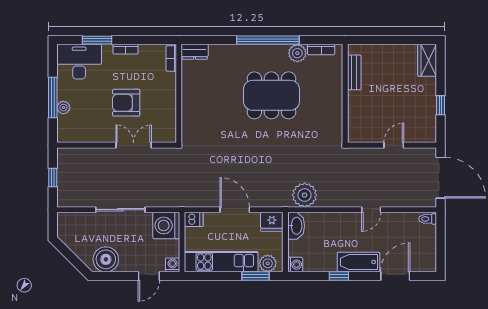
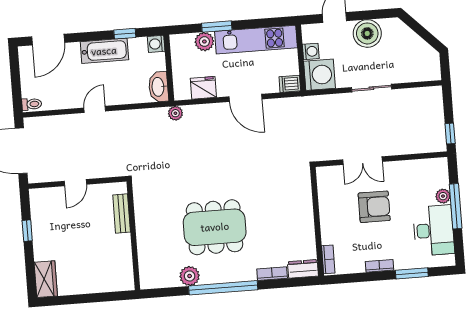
bookcase: (321, 50) -> (272, 274), moved
desk: (79, 62) -> (434, 230), moved, turned -90
bench: (354, 72) -> (122, 213), moved
window: (53, 178) -> (450, 134), moved
plant: (305, 195) -> (175, 113), width x0.53, depth x0.53
sliding door: (120, 210) -> (371, 88), width x0.73
washbasin: (296, 226) -> (158, 87), moved
wall: (285, 242) -> (169, 68), moved
boiler: (106, 259) -> (367, 33), moved
washing machine: (173, 265) -> (311, 51), moved, turned -90
washing machine: (295, 265) -> (156, 44), moved
door: (395, 276) -> (48, 40), moved

